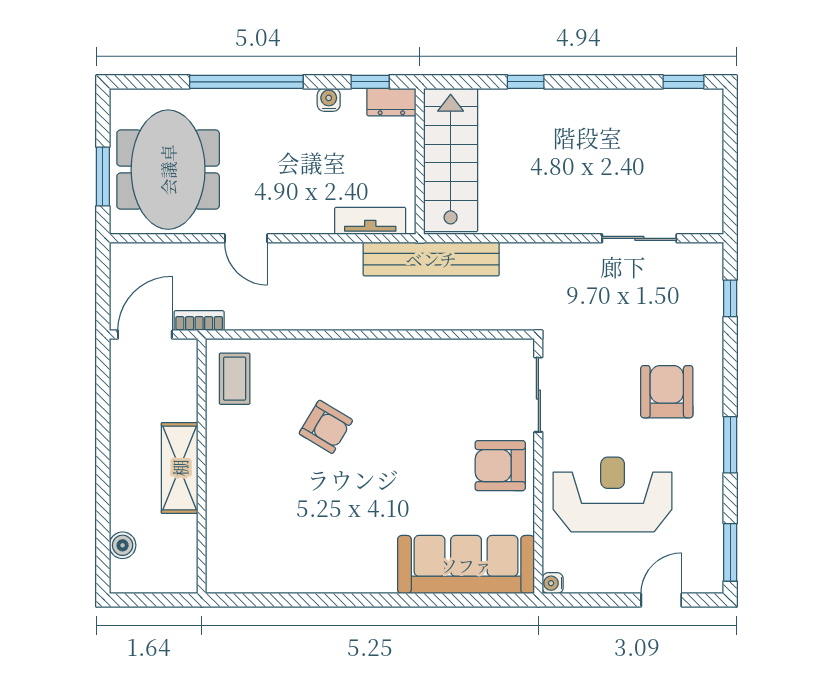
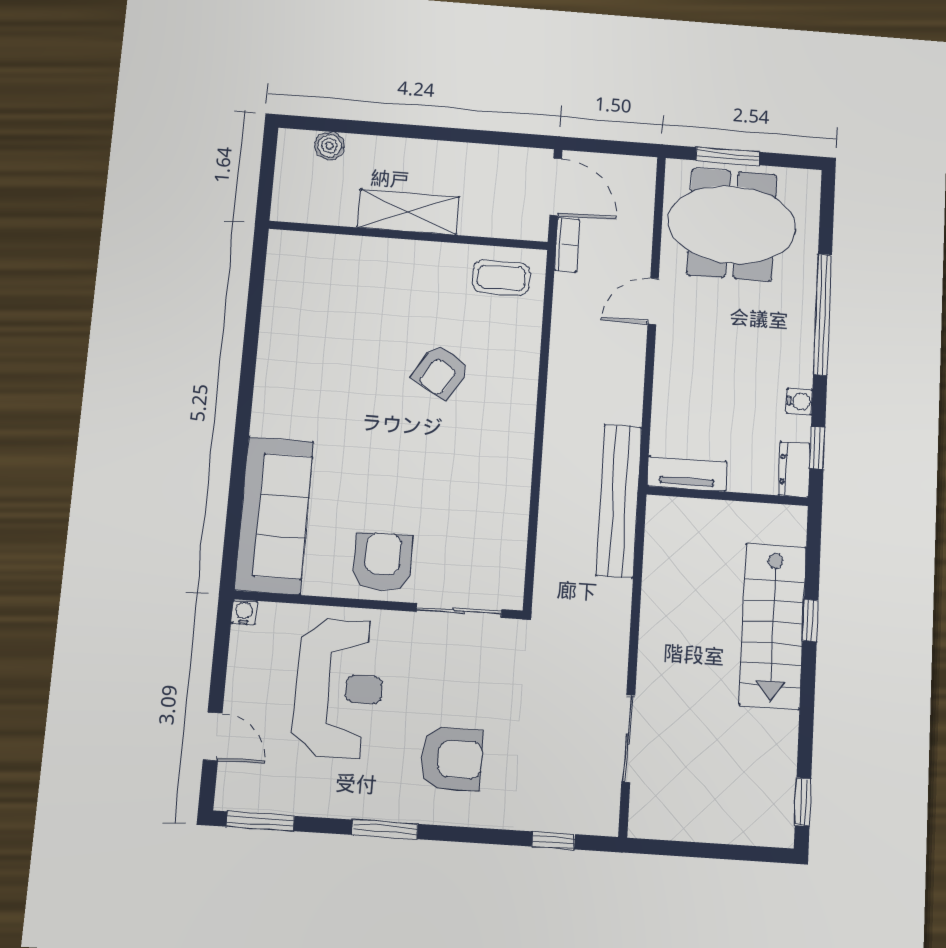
stairs: (451, 160) -> (773, 626), moved, turned 90
tv unit: (370, 221) -> (687, 474), moved, turned -90

